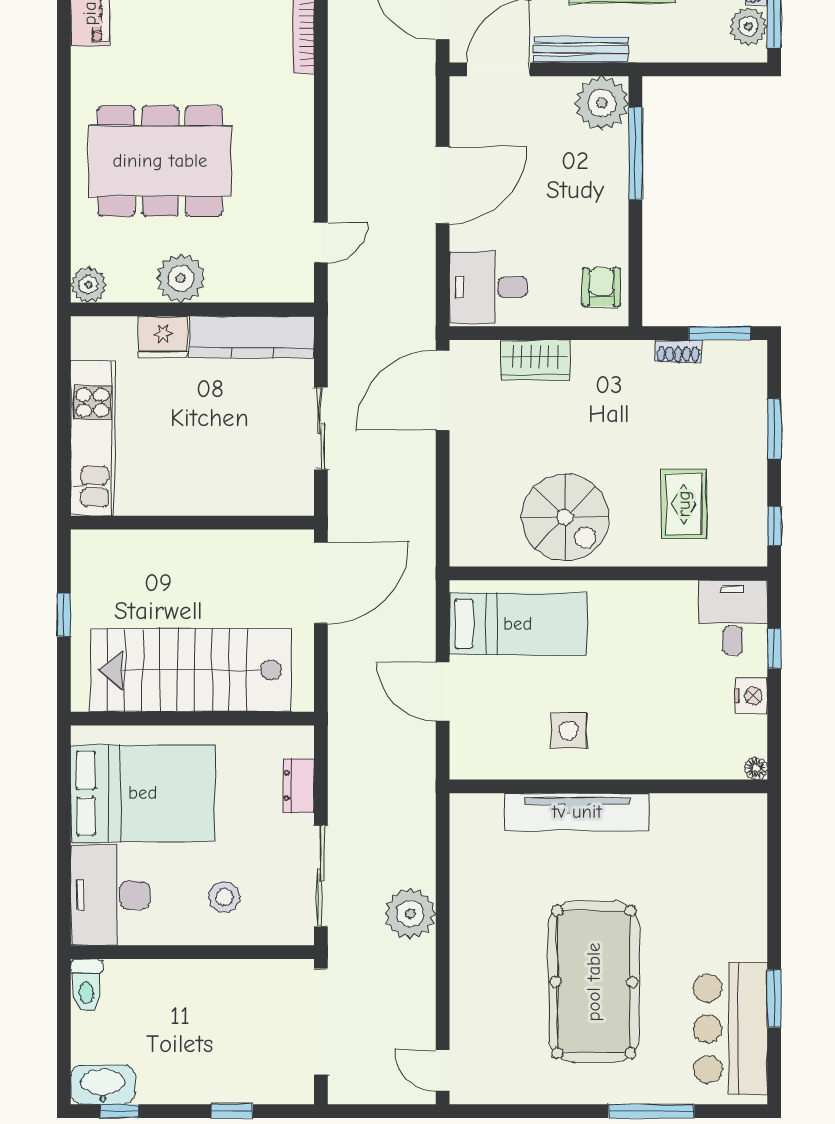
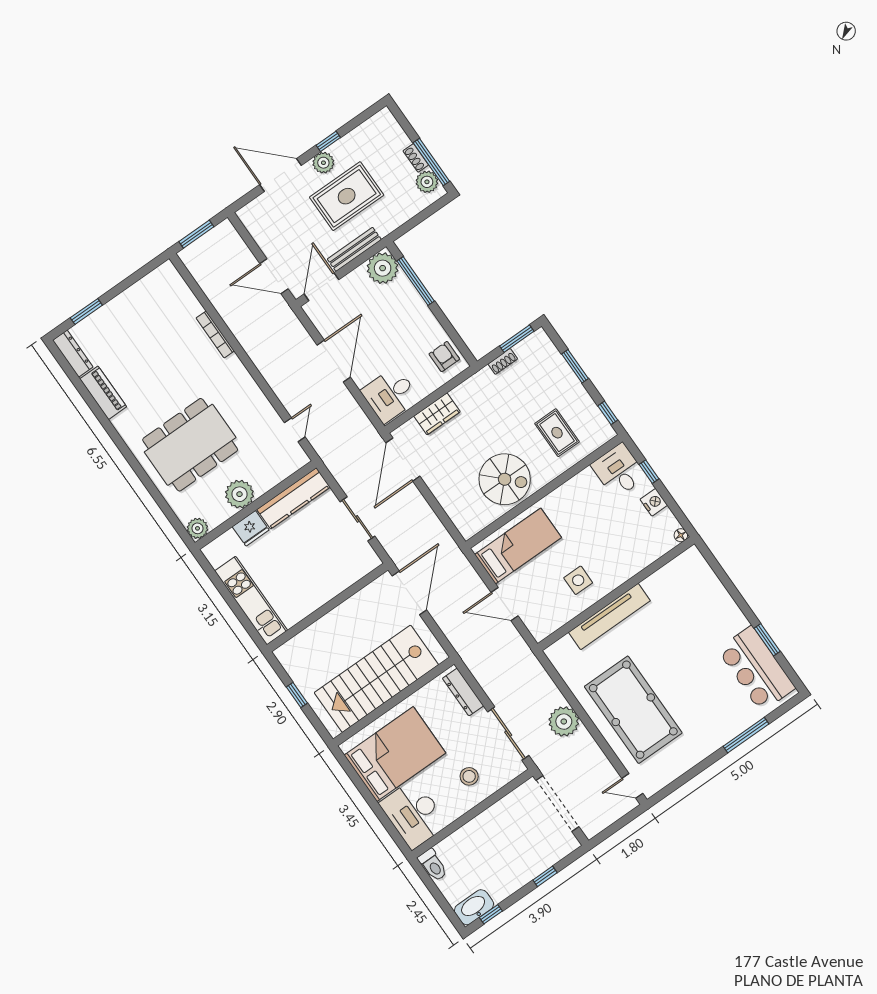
dresser: (299, 786) -> (463, 692), width x1.44
pool table: (594, 982) -> (633, 710), moved

